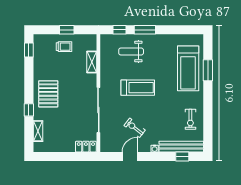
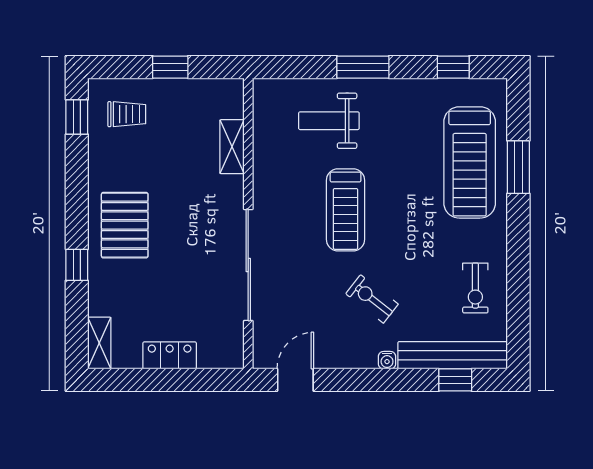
window: (120, 30) -> (453, 67), moved
trolley: (64, 47) -> (127, 114), moved
treadmill: (138, 88) -> (346, 210), turned 90
exercise bike: (135, 128) -> (372, 299), moved
shelving: (38, 131) -> (99, 343), moved
locker: (86, 147) -> (170, 355), moved
door: (130, 157) -> (295, 380), moved

